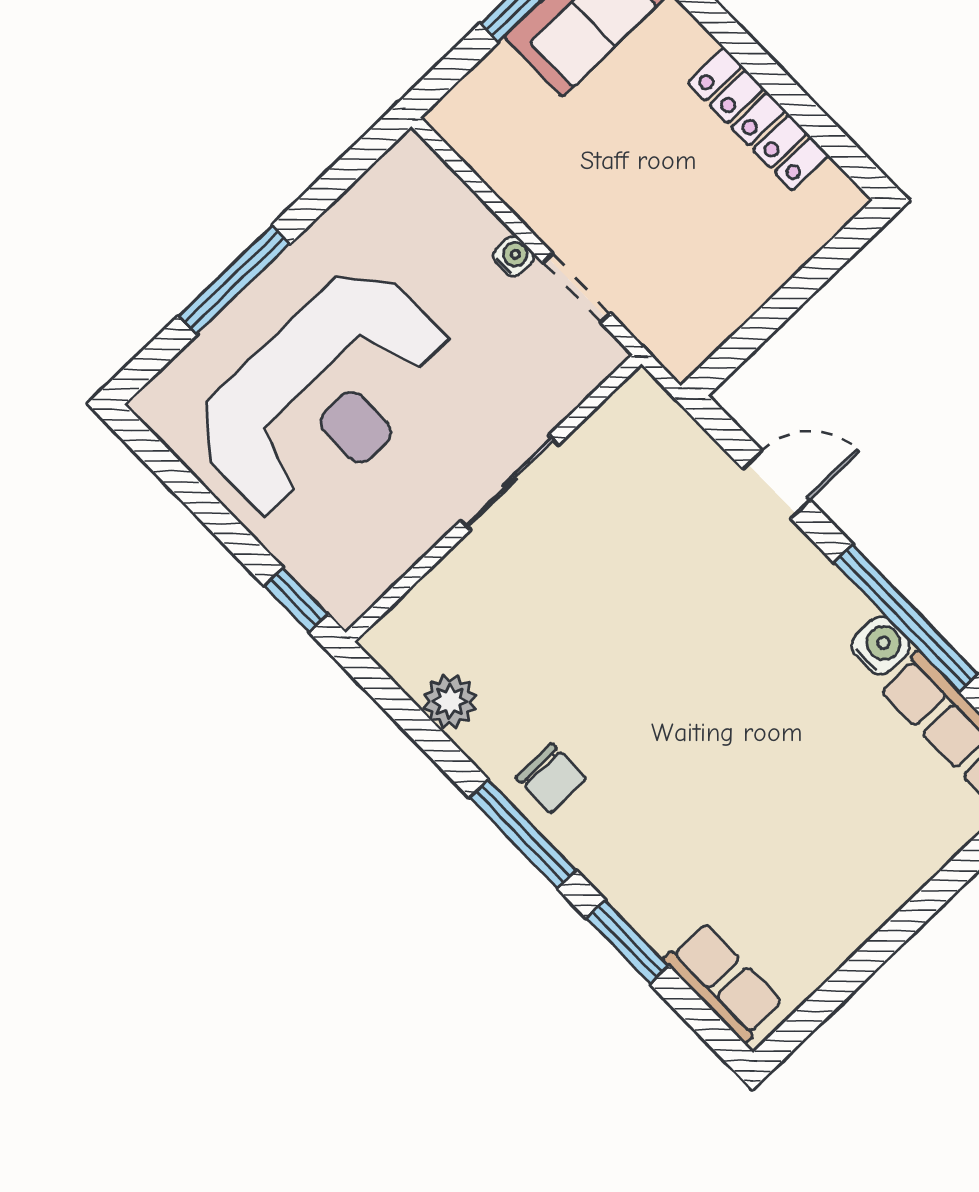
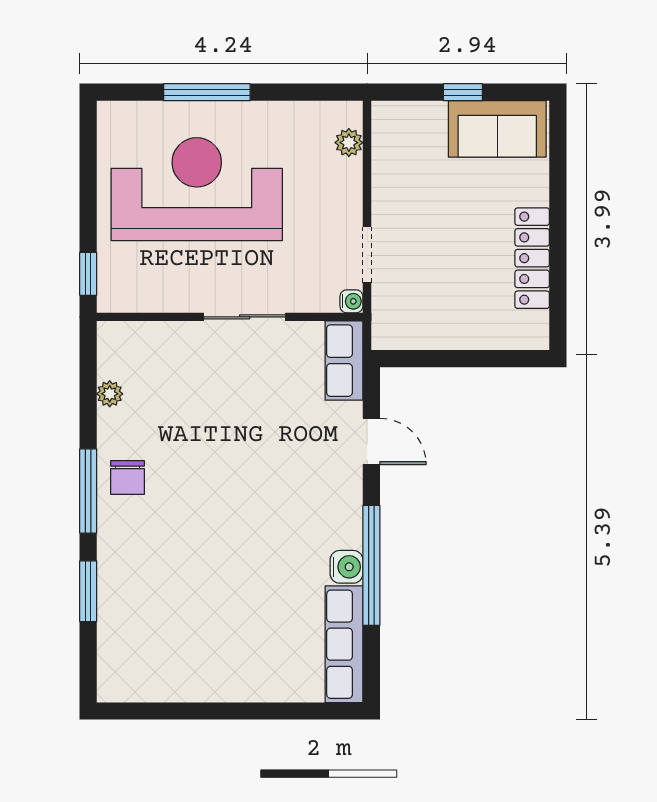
plant: (440, 186) -> (349, 143), added
water cooler: (513, 256) -> (351, 301), moved
reception desk: (325, 395) -> (197, 189), turned 180
plant: (450, 701) -> (110, 394), width x0.73, depth x0.73
row of seats: (724, 982) -> (344, 361), moved, turned 180

